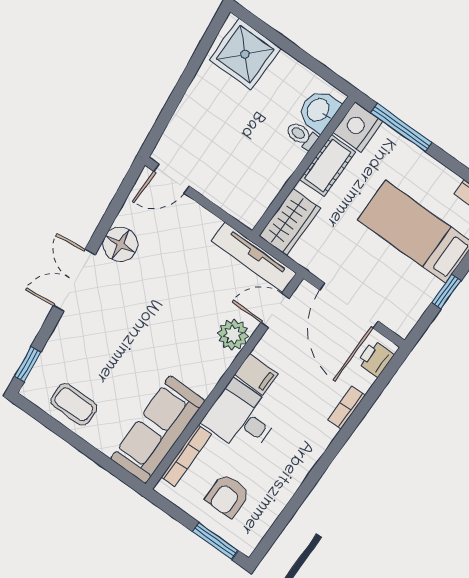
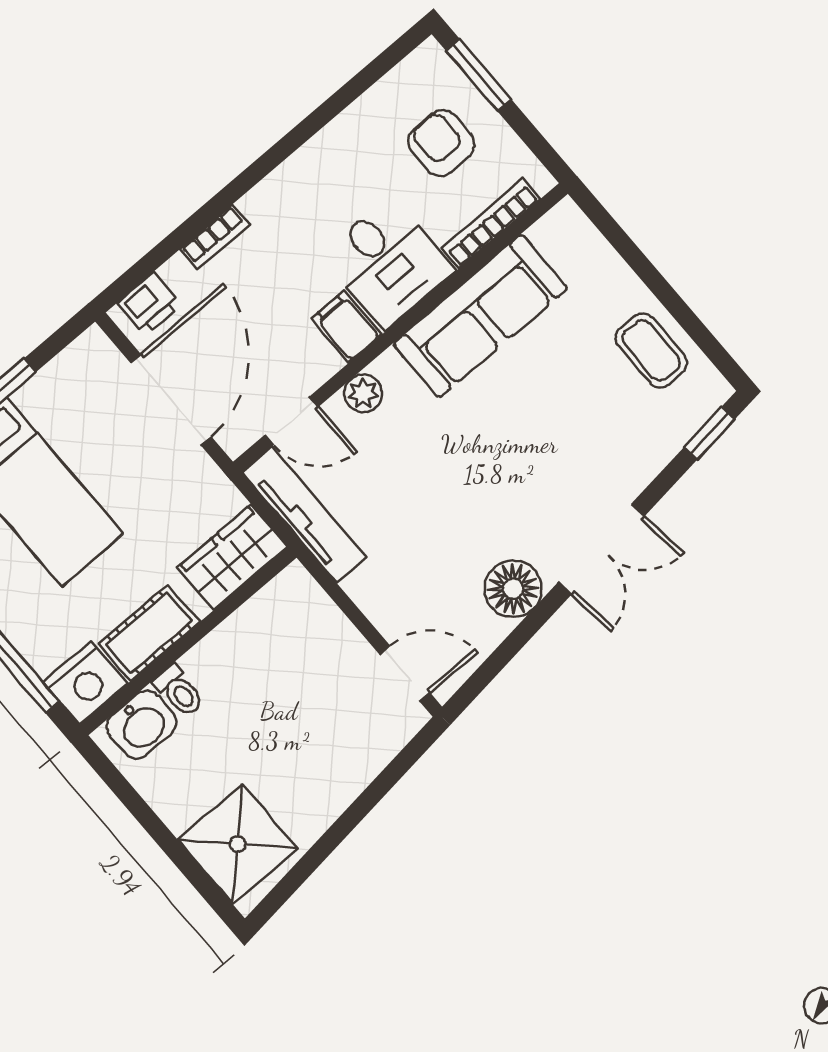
plant: (233, 335) -> (363, 393), width x0.73, depth x0.73
sofa: (158, 430) -> (480, 316), moved
armchair: (227, 496) -> (441, 143), turned -90

